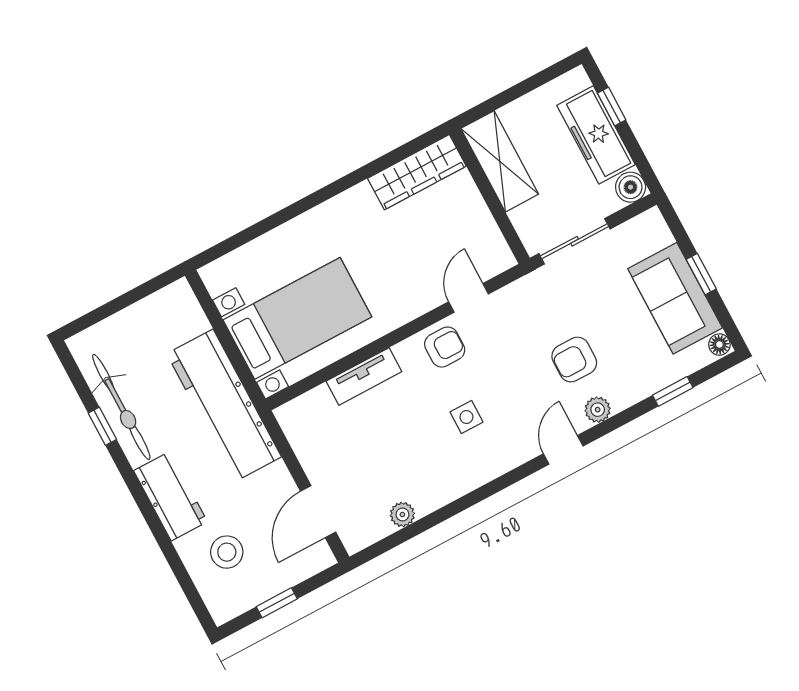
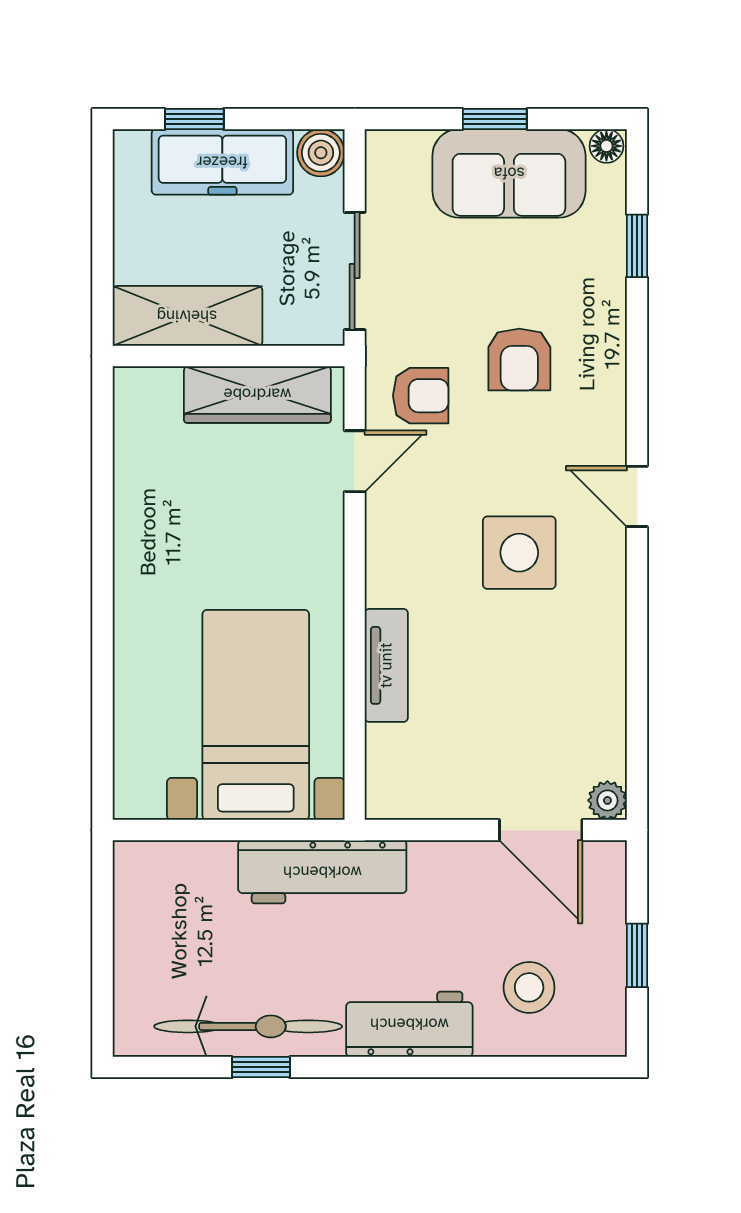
wardrobe: (417, 172) -> (257, 394), moved, turned 90
door: (468, 298) -> (355, 461), swing flipped
armchair: (445, 347) -> (421, 396), moved, turned 90
workbench: (224, 405) -> (322, 872), width x0.73, depth x0.76
plant: (598, 410) -> (607, 364), removed
side table: (466, 417) -> (519, 553), width x1.87, depth x1.87
door: (563, 450) -> (637, 496), moved
plant: (402, 514) -> (607, 800), moved

